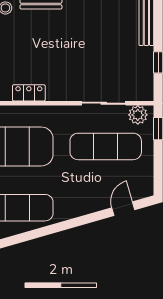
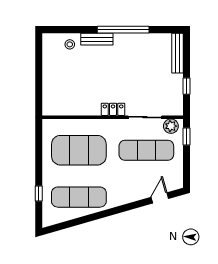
locker: (29, 93) -> (113, 109), moved

